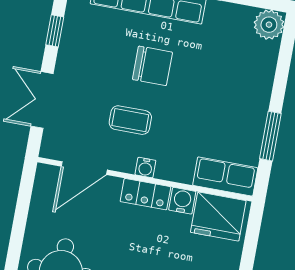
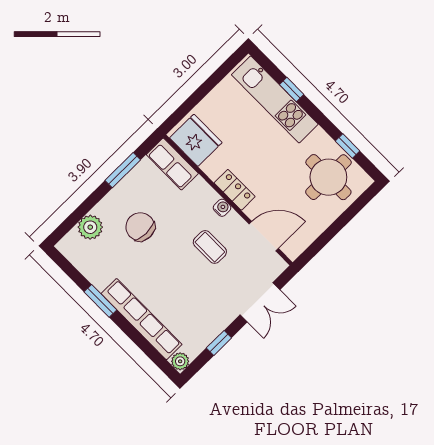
plant: (269, 25) -> (90, 227), moved
chair: (152, 66) -> (140, 227), moved
water cooler: (182, 201) -> (213, 168), removed

